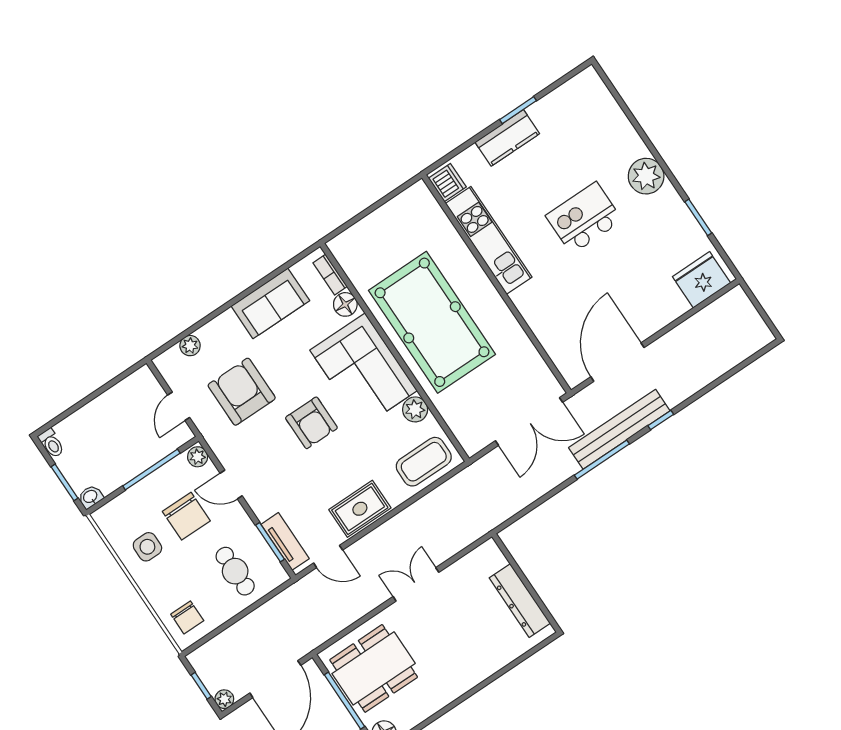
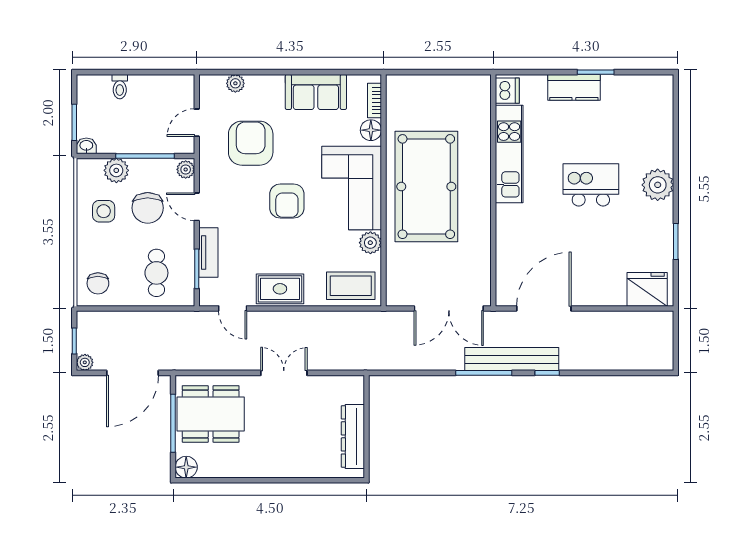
toilet: (51, 443) -> (120, 87), moved
plant: (134, 501) -> (116, 170), added
tv unit: (285, 541) -> (208, 252), moved

